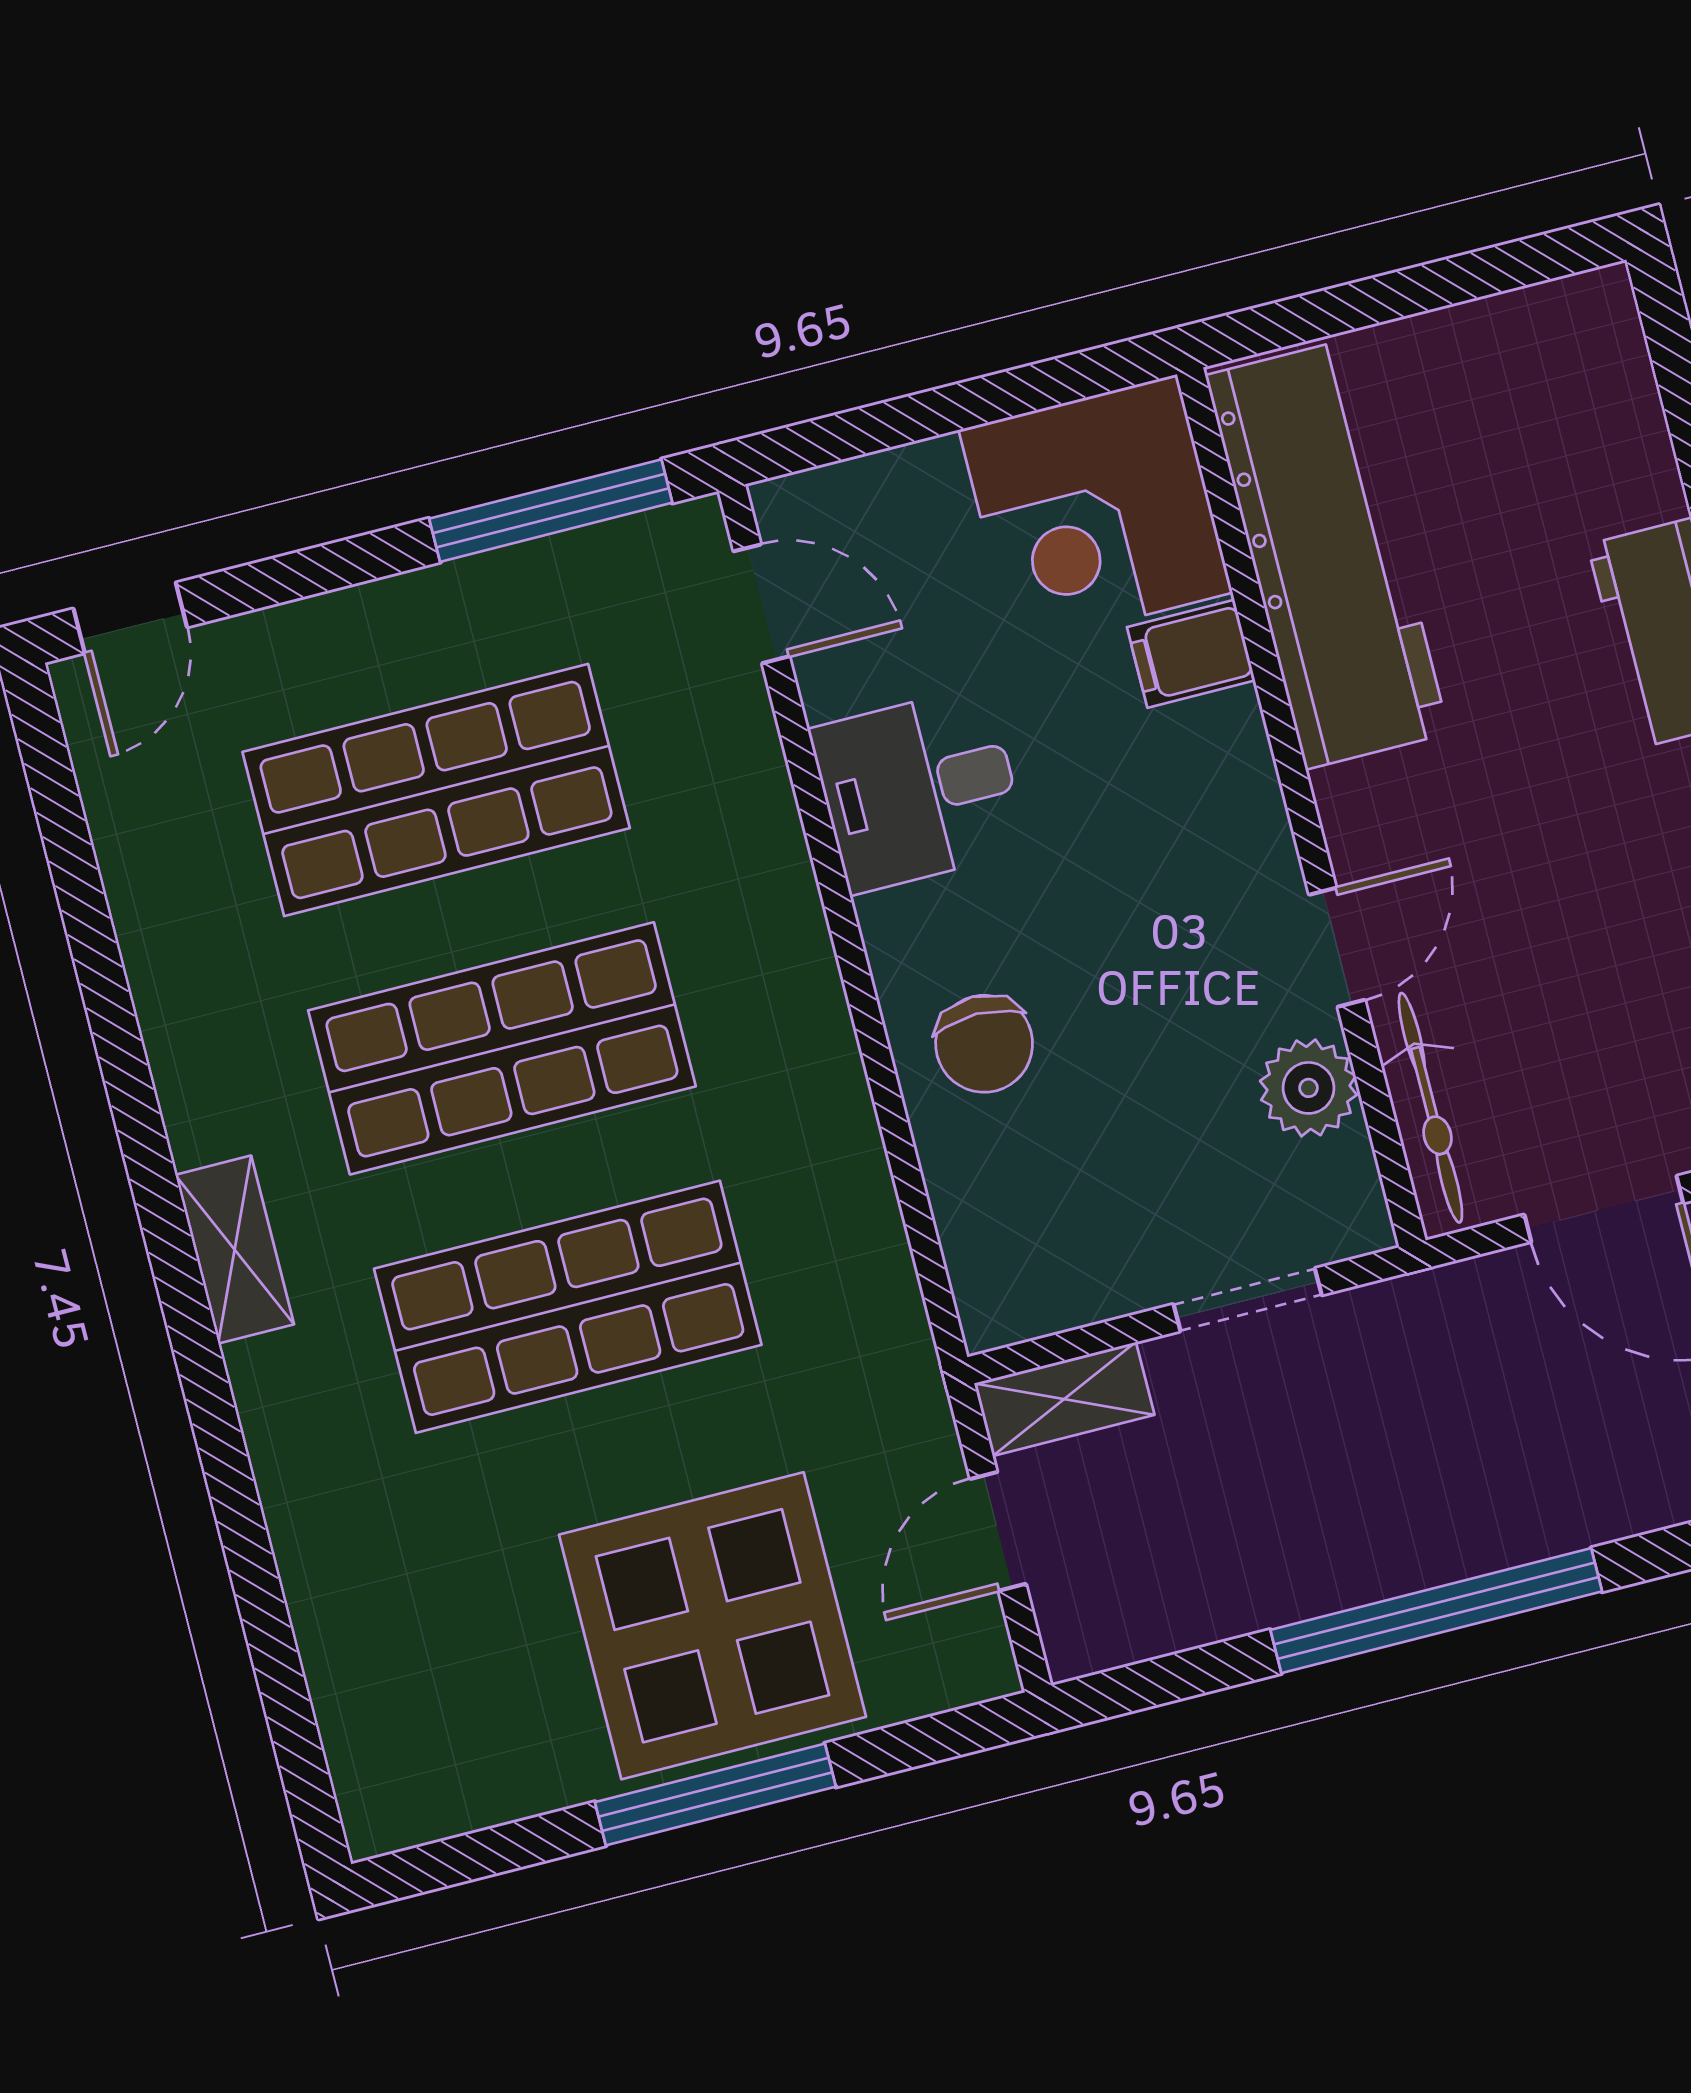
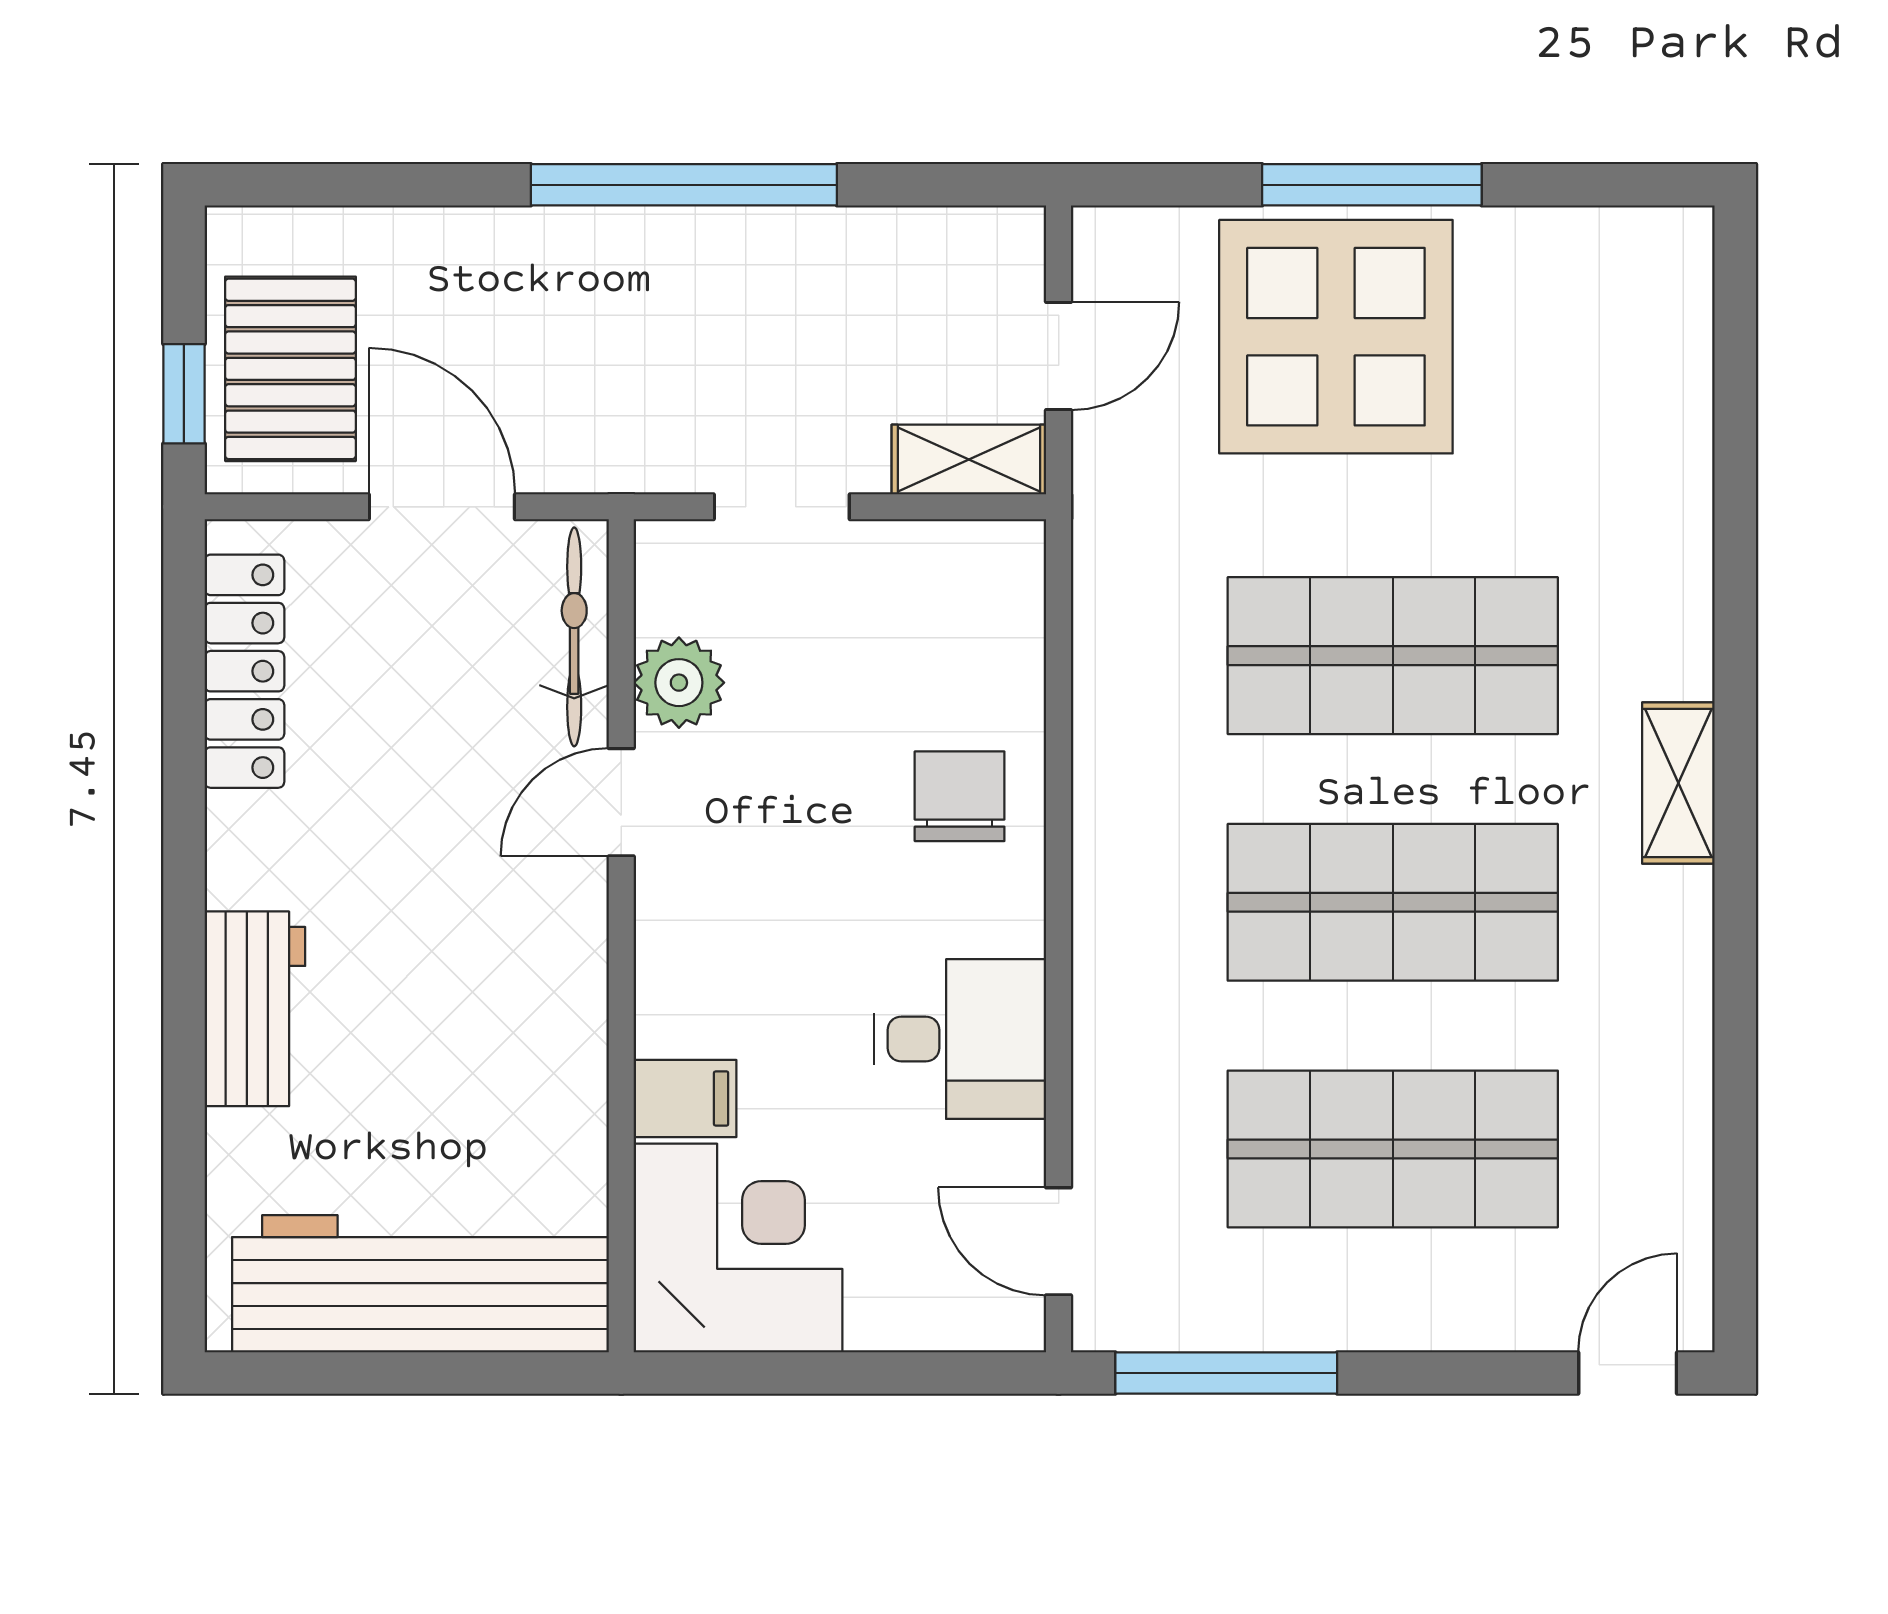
workbench: (1327, 554) -> (420, 1284), moved, turned 90

